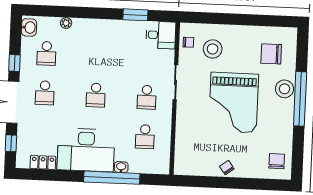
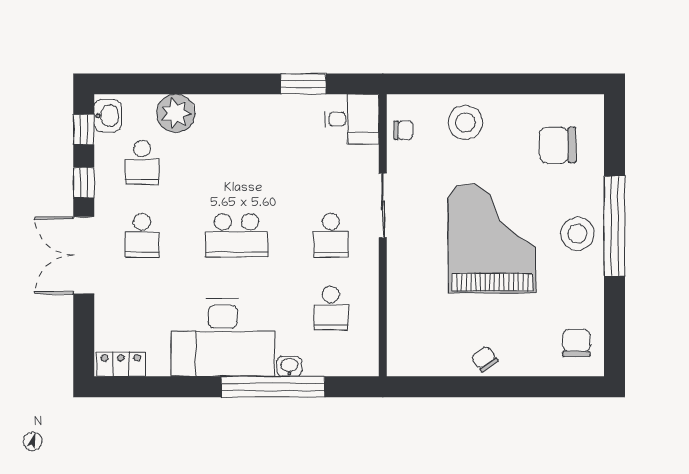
plant: (66, 23) -> (176, 113), width x1.87, depth x1.87
stool: (213, 49) -> (465, 122), moved
stool: (284, 89) -> (577, 234), moved
school desk: (96, 95) -> (236, 235), width x1.85
grand piano: (234, 103) -> (492, 238), turned 180
window: (11, 143) -> (84, 129), moved
locker: (43, 162) -> (121, 364), moved

